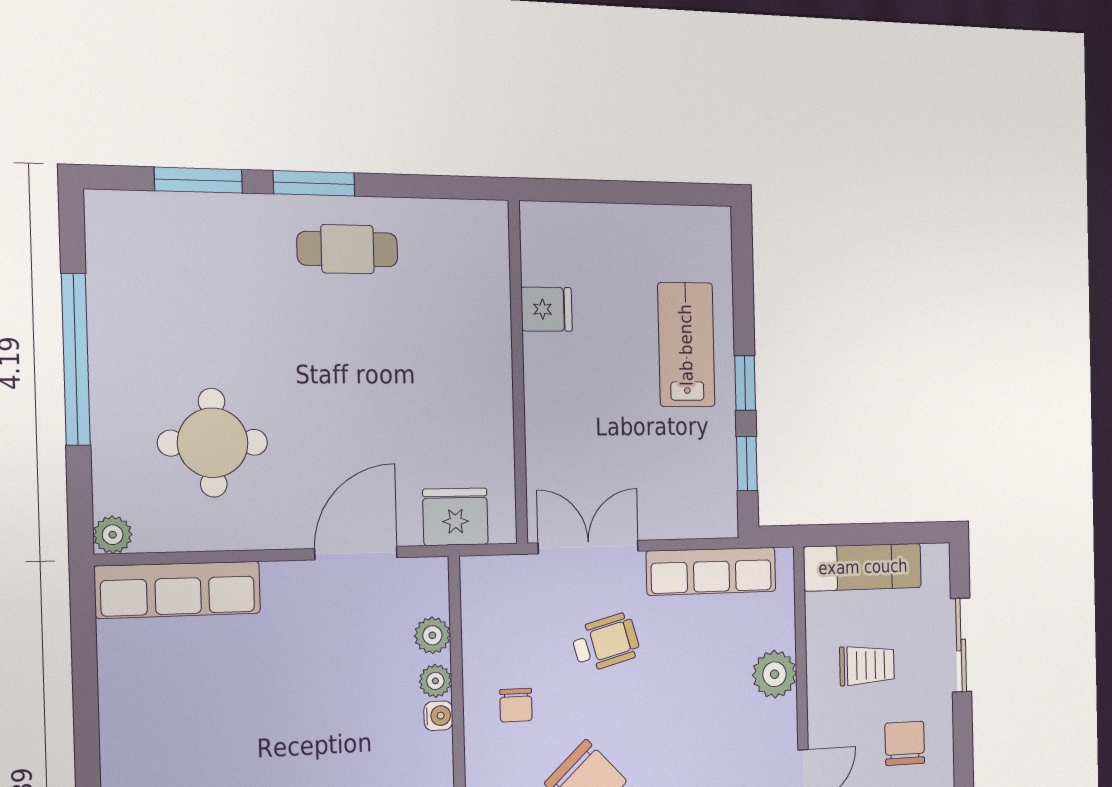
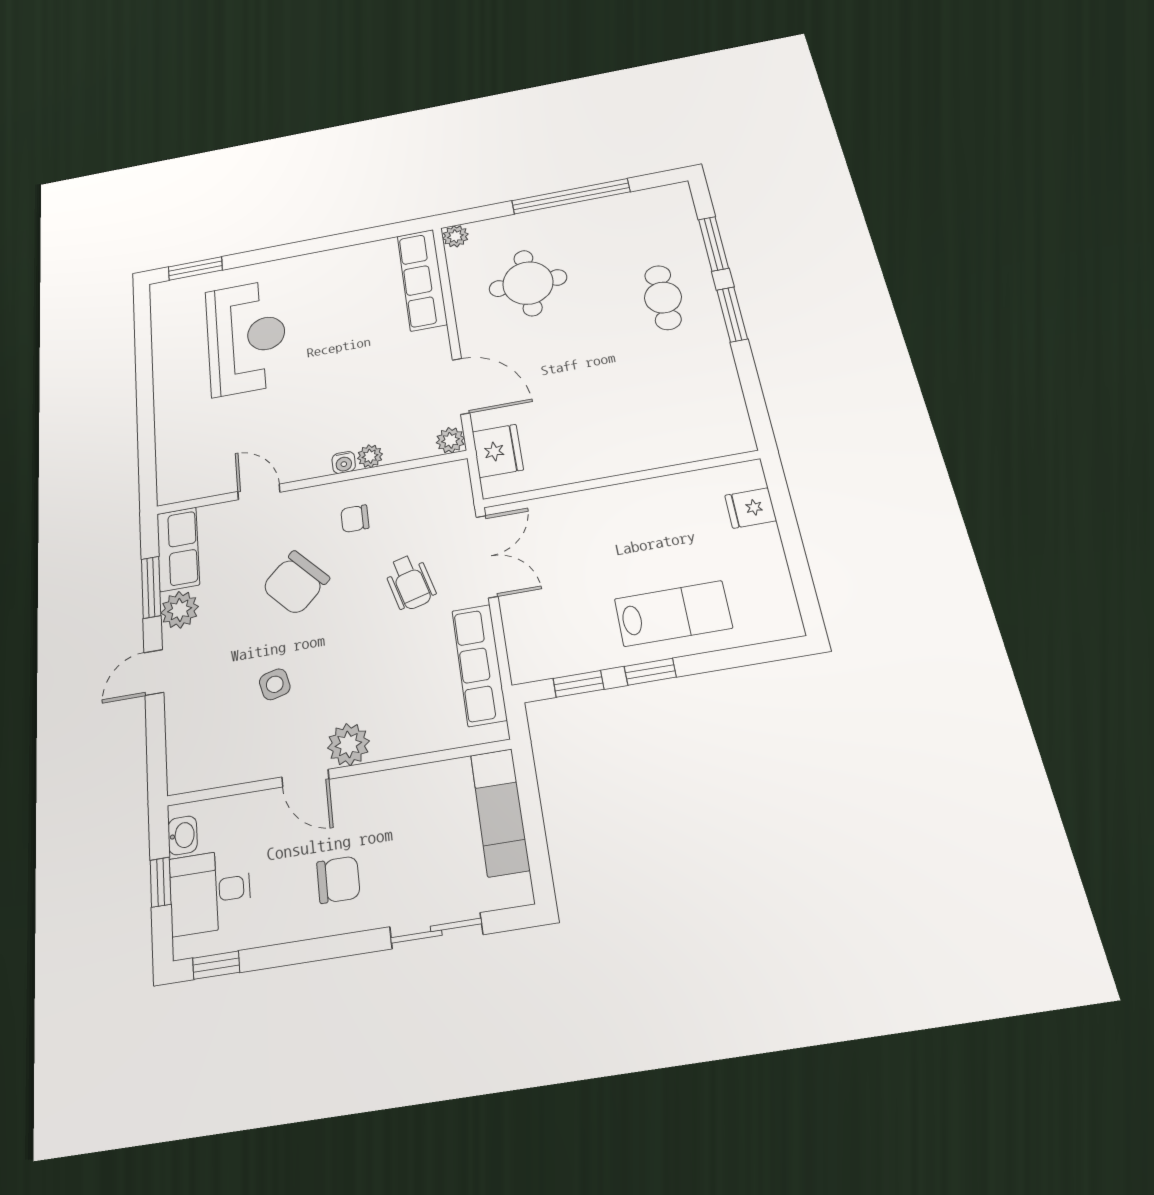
cafe table: (347, 249) -> (663, 297), moved
fridge: (547, 309) -> (751, 508), moved, turned 90
plant: (432, 635) -> (450, 440), moved
trolley: (867, 665) -> (409, 829), removed
plant: (775, 674) -> (348, 744), moved

